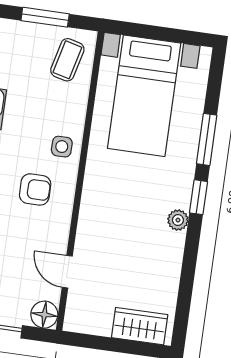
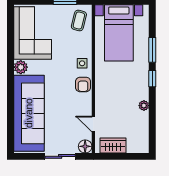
armchair: (35, 189) -> (83, 84), moved, turned 90
plant: (178, 220) -> (144, 106), moved
wardrobe: (140, 326) -> (113, 146), moved

